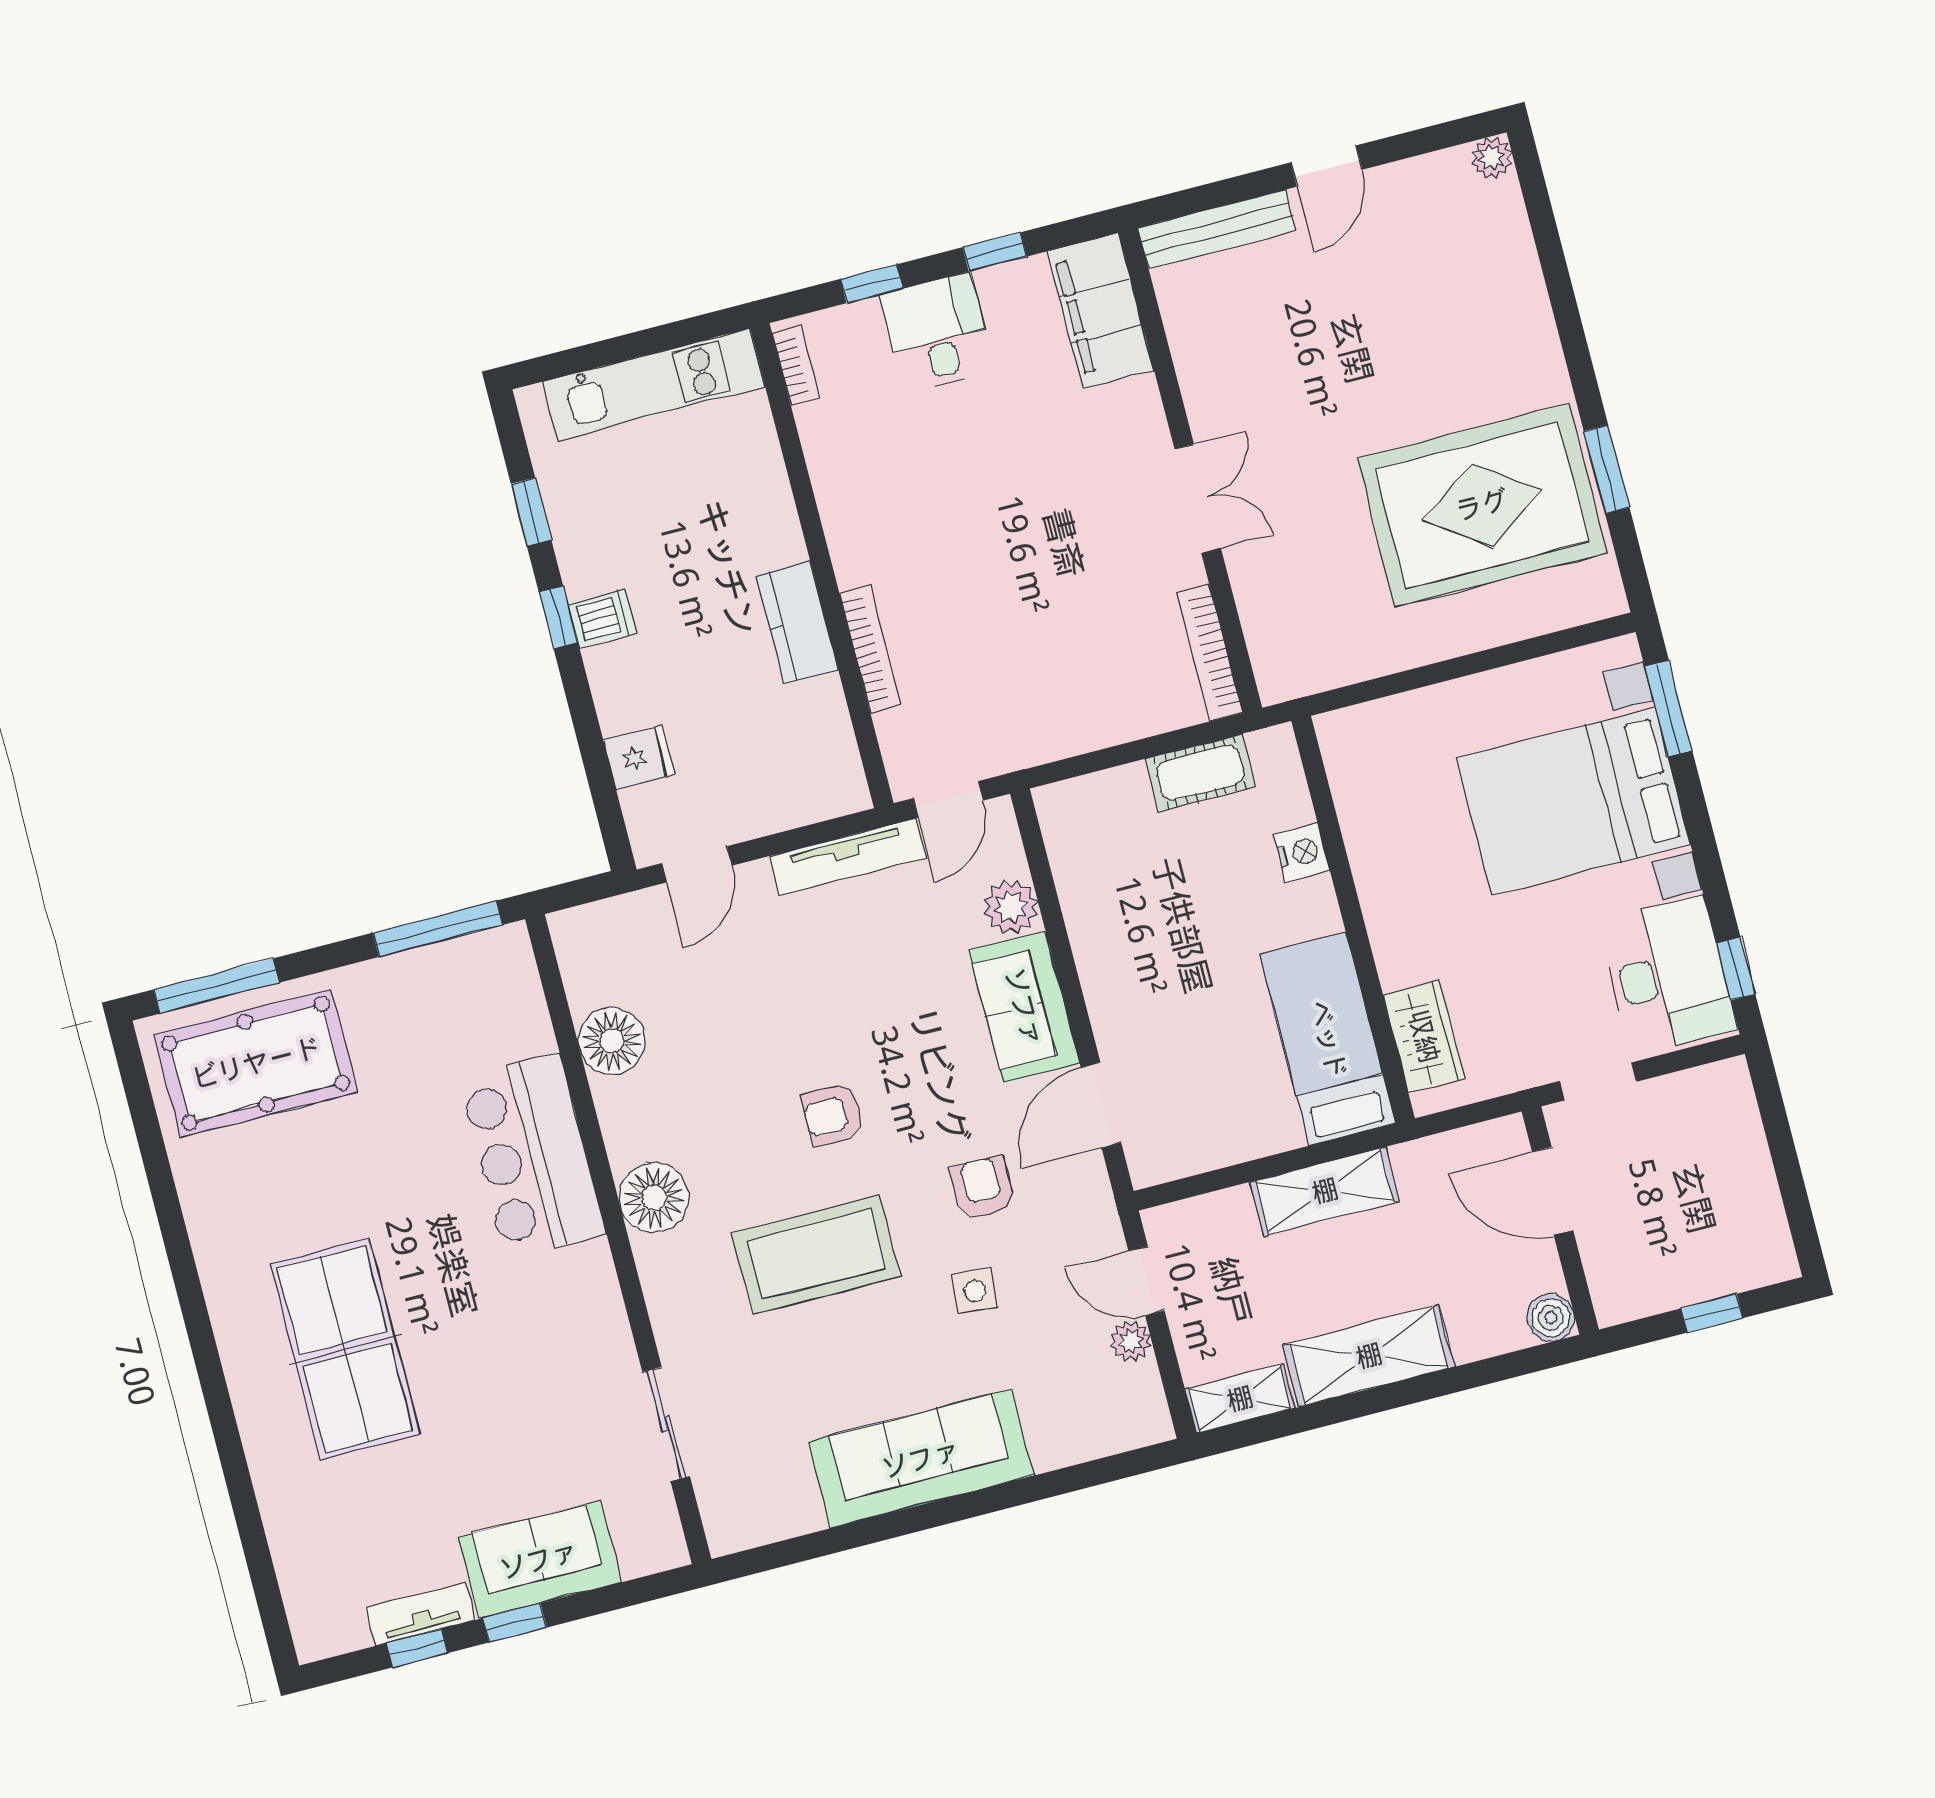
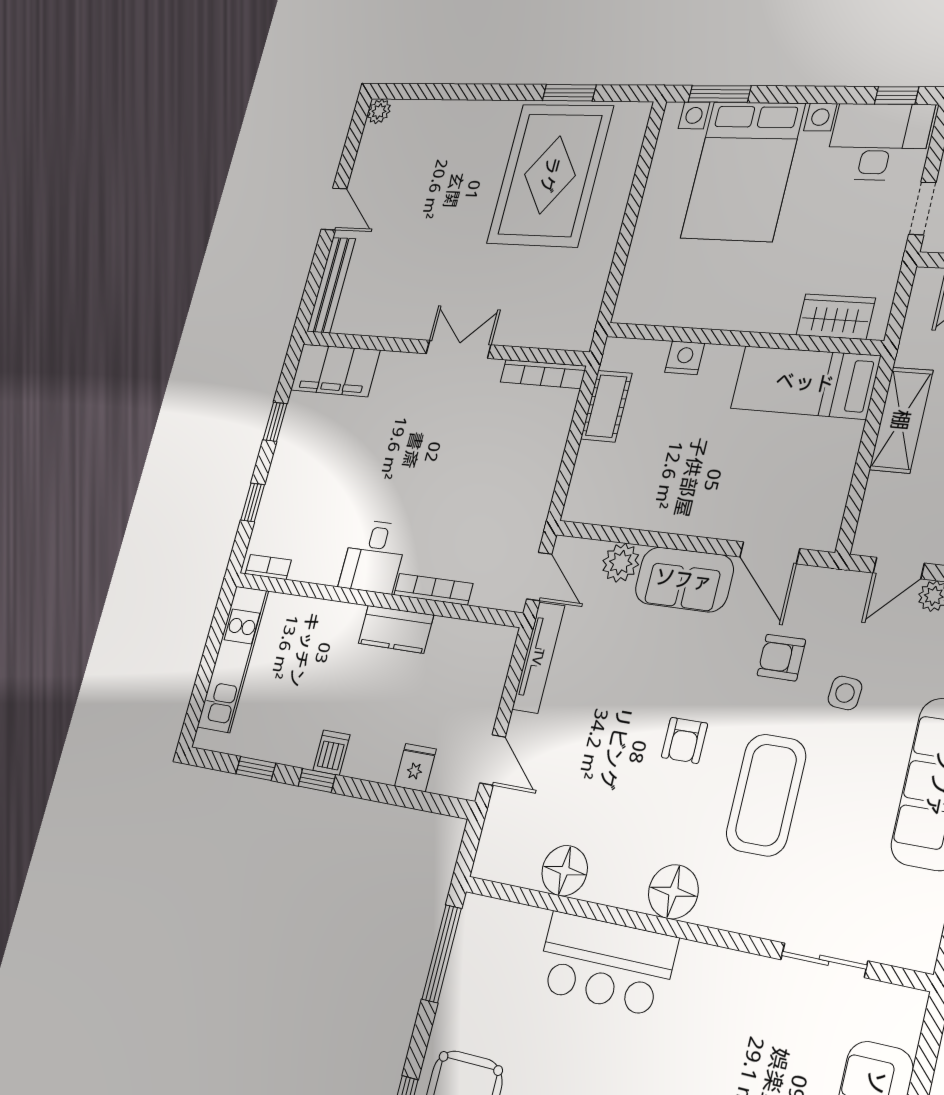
desk: (937, 333) -> (374, 557), moved, turned -90

